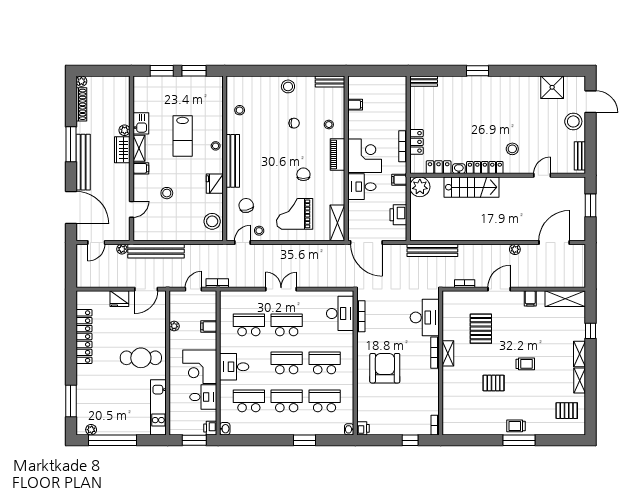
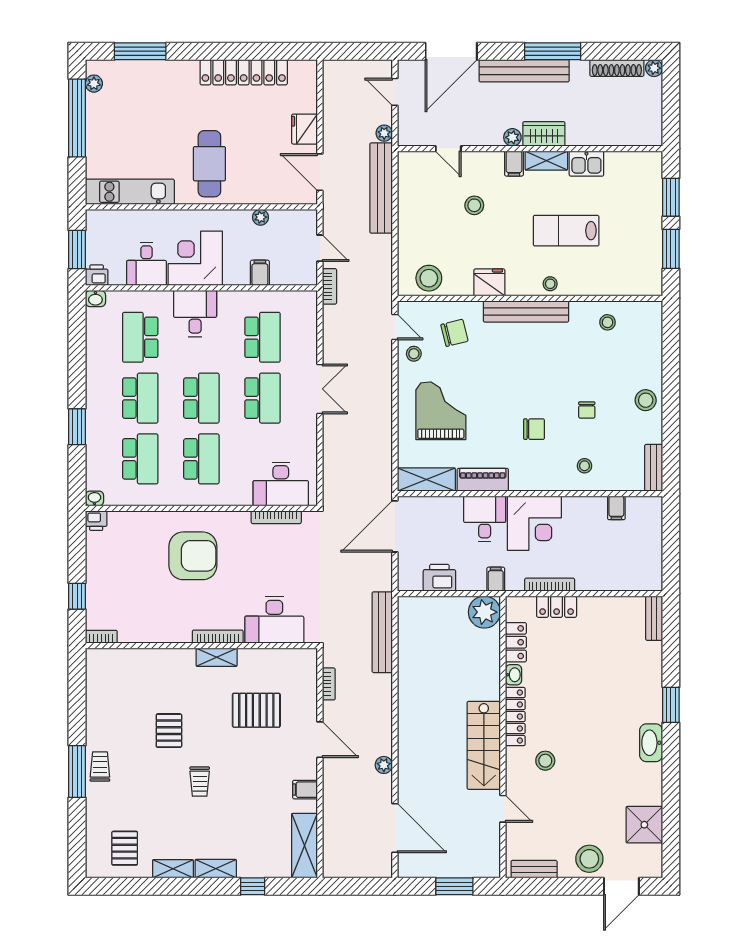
washbasin: (501, 83) -> (651, 743), added
plant: (125, 130) -> (512, 137), moved
piano: (338, 154) -> (483, 480), moved
chair: (303, 174) -> (534, 429), moved
stairs: (472, 187) -> (484, 745), moved
school desk: (249, 401) -> (140, 337), turned 180

